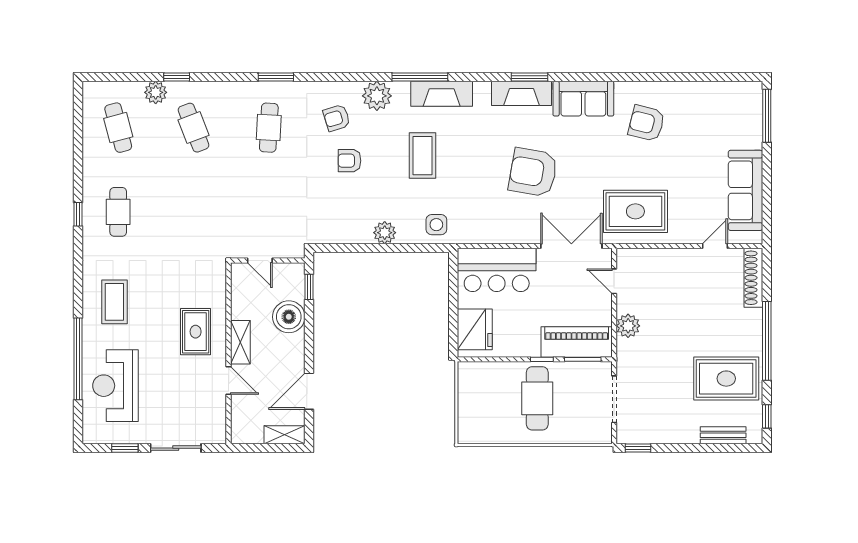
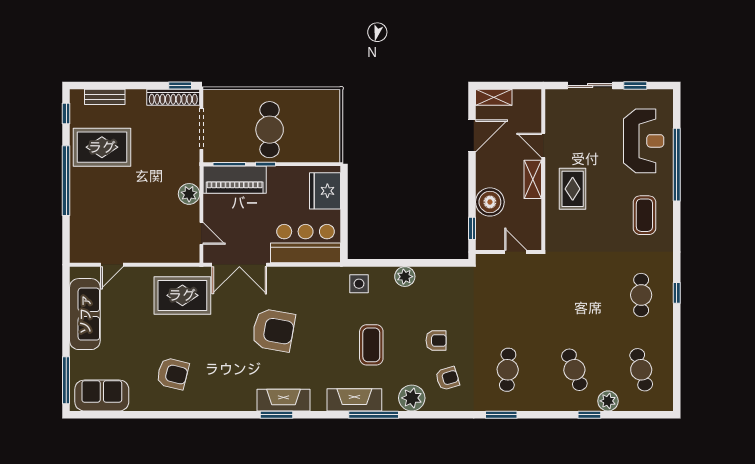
sofa: (583, 99) -> (102, 395), moved
shoe rack: (753, 278) -> (173, 97), moved, turned 90

